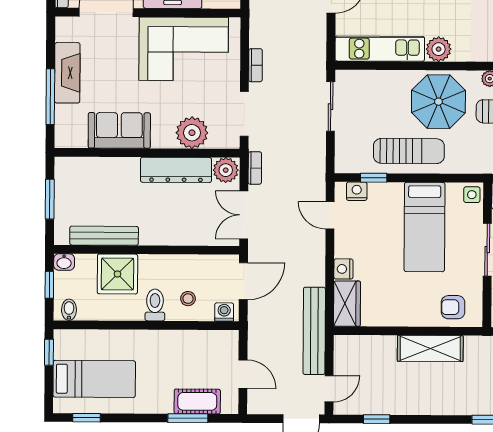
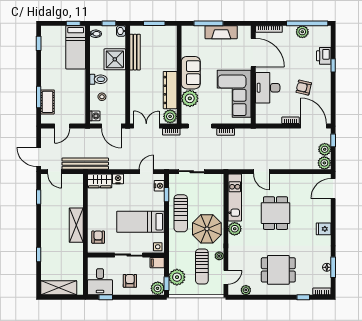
sliding door: (331, 107) -> (192, 172), moved
sofa: (119, 130) -> (191, 73), moved
bed: (94, 379) -> (76, 47), moved

